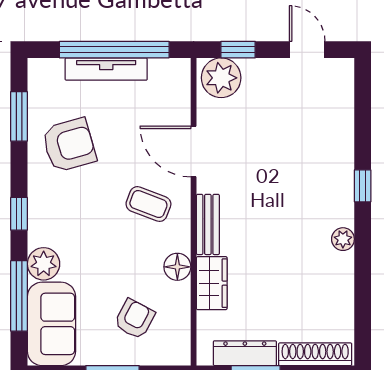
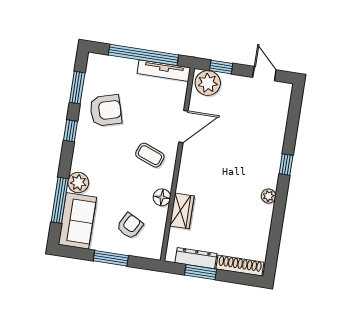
tv unit: (106, 69) -> (164, 71), moved
door: (194, 151) -> (183, 127), swing flipped
window: (19, 214) -> (71, 131), moved
bench: (208, 224) -> (185, 174), removed

